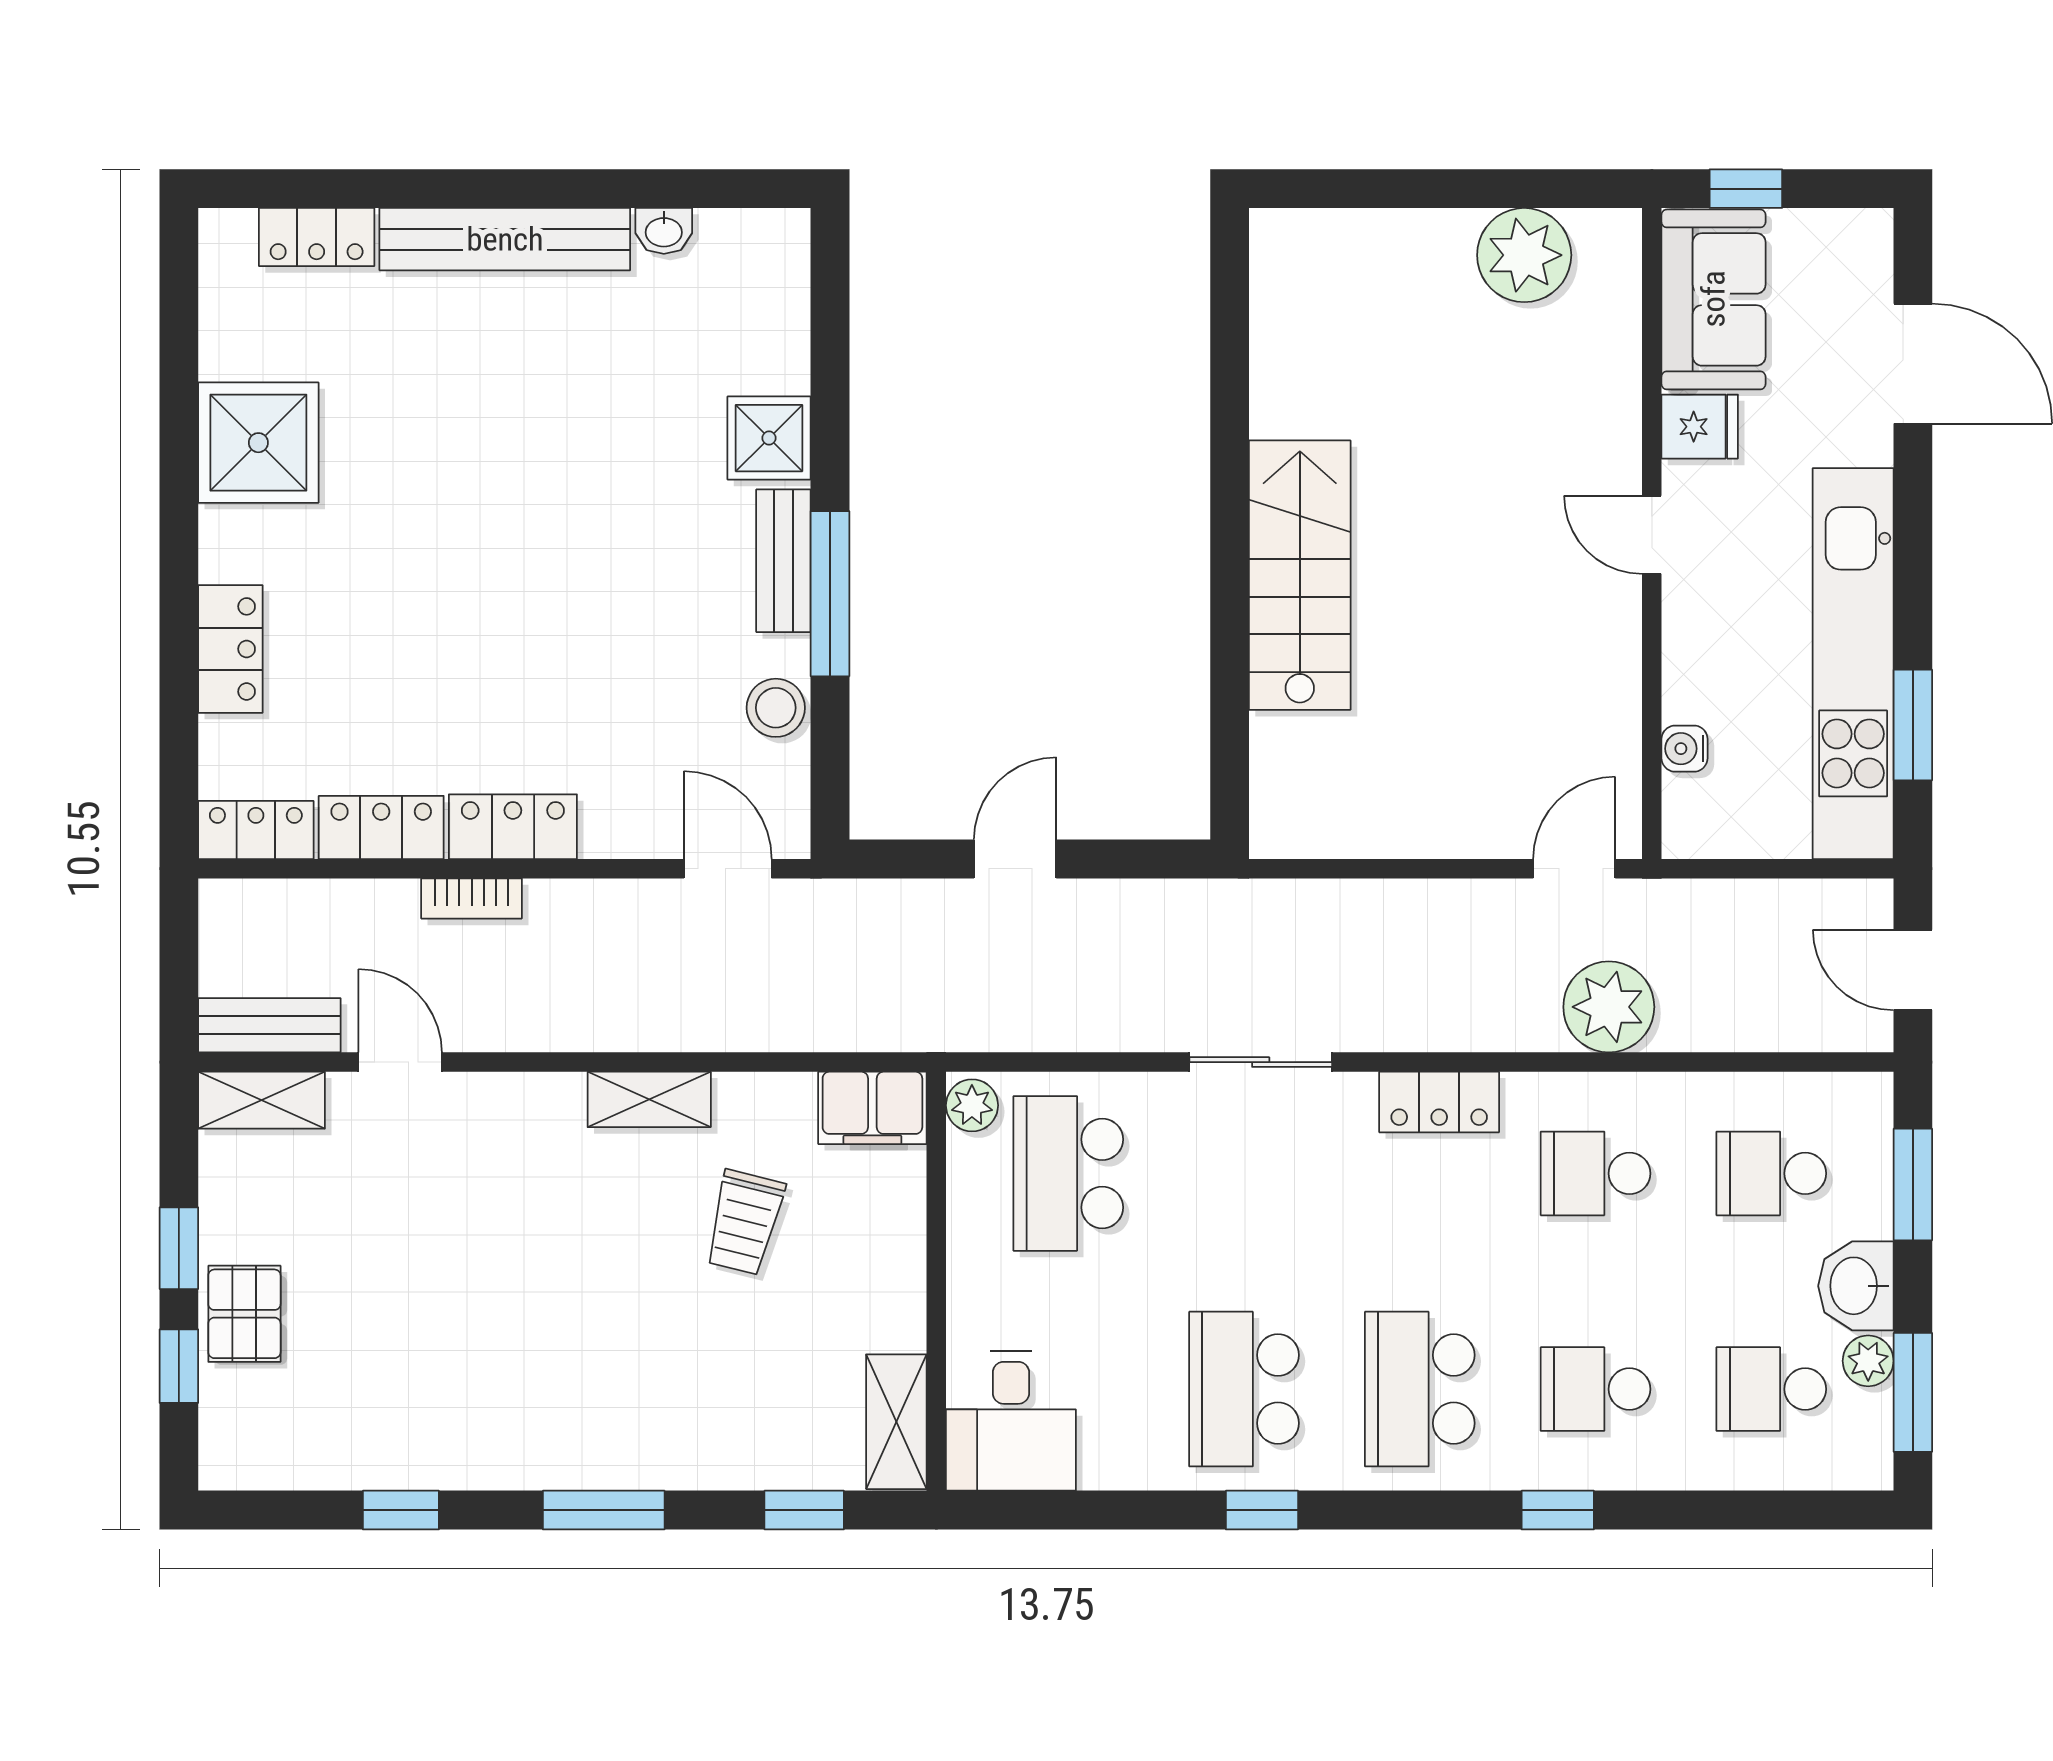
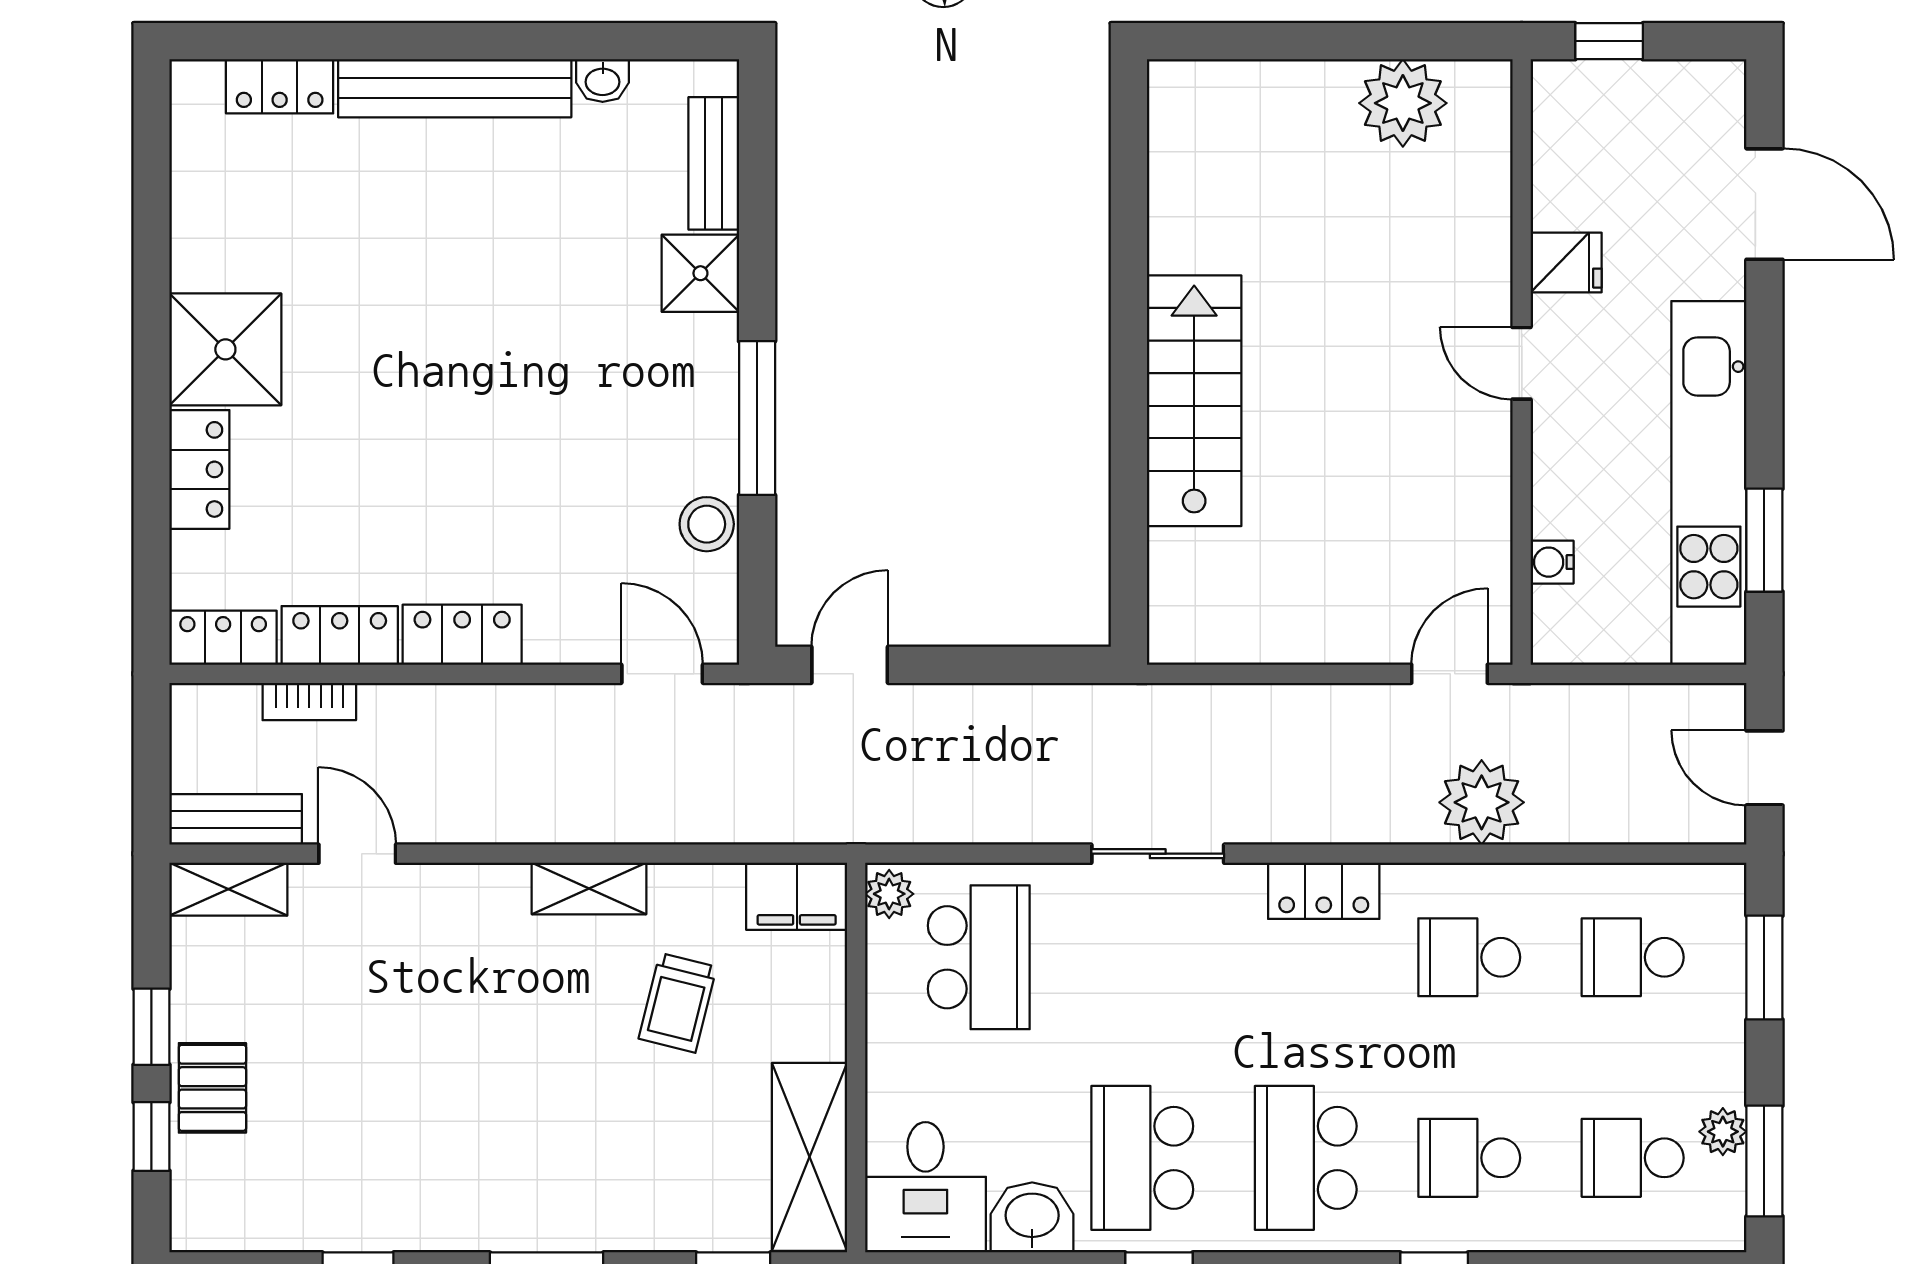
sofa: (1713, 299) -> (1579, 144), removed
shower: (258, 443) -> (225, 349), moved
bench: (783, 561) -> (714, 163), moved
door: (1015, 859) -> (850, 665), moved
bookcase: (472, 898) -> (309, 702), moved
school desk: (1068, 1173) -> (979, 957), turned 180
washbasin: (1856, 1286) -> (1032, 1217), moved, turned 90
shelving: (896, 1422) -> (809, 1157), width x1.50, depth x1.33

